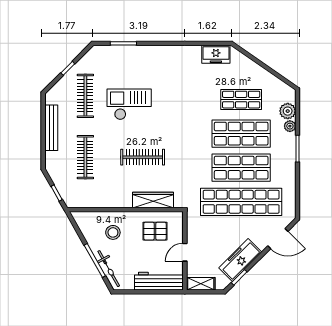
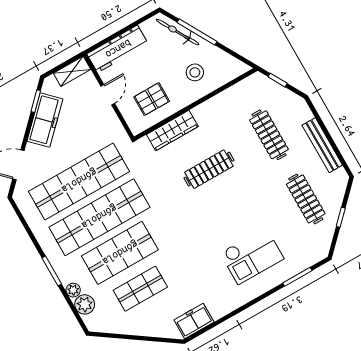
checkout: (129, 104) -> (252, 256), moved
shop shelf: (241, 168) -> (99, 217), width x1.40

